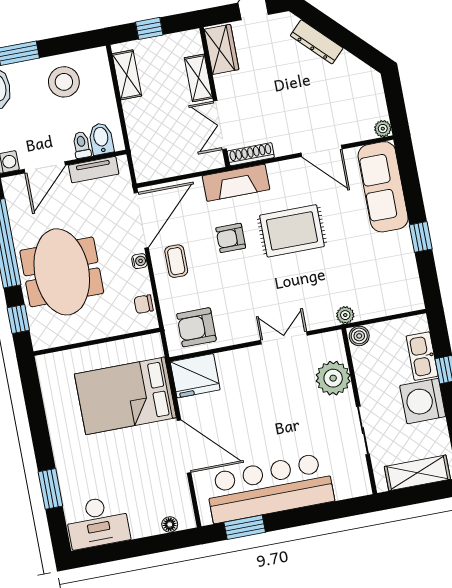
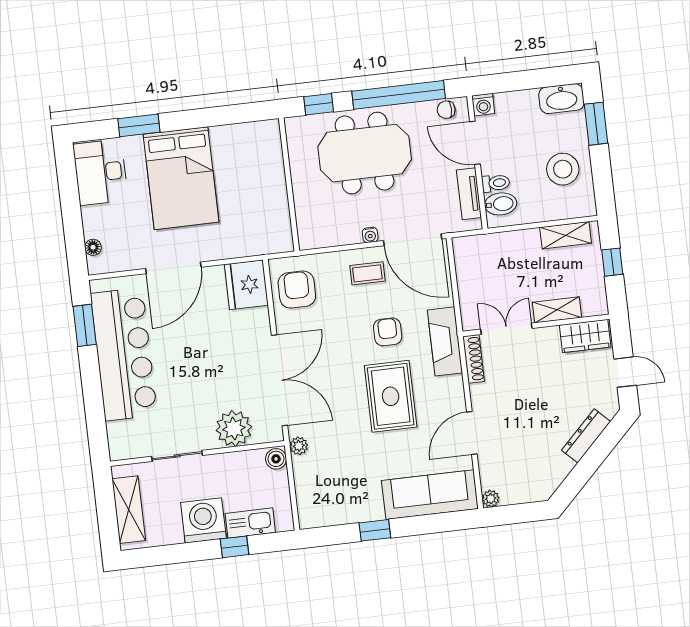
chair: (144, 304) -> (446, 110), moved, turned -90
double door: (284, 338) -> (280, 380), width x1.87
bed: (125, 396) -> (181, 178), moved, turned 180

